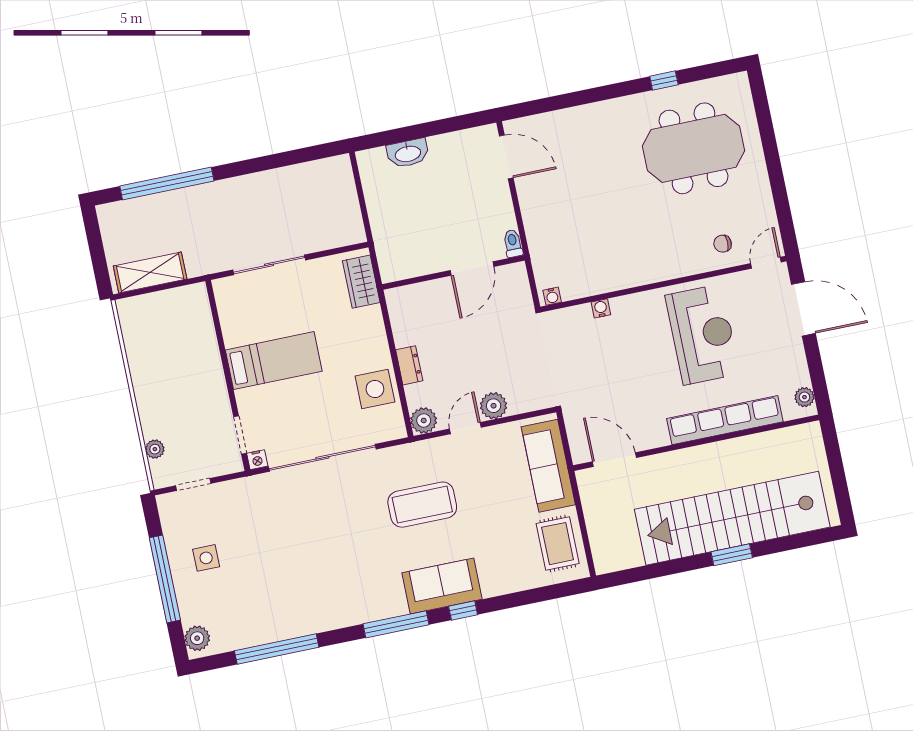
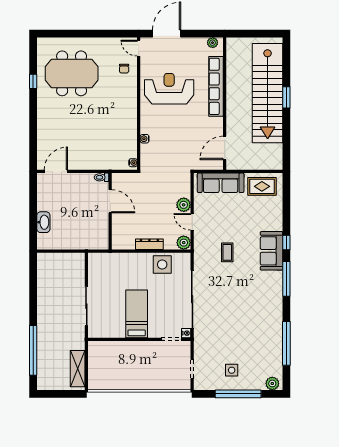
meeting table: (694, 148) -> (72, 73), turned 90
wardrobe: (361, 282) -> (105, 260), removed
dresser: (409, 365) -> (149, 244), width x1.44
plant: (155, 449) -> (170, 385), removed
coffee table: (422, 505) -> (227, 252), width x0.54, depth x0.58

